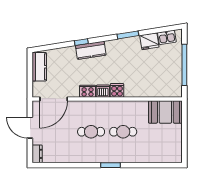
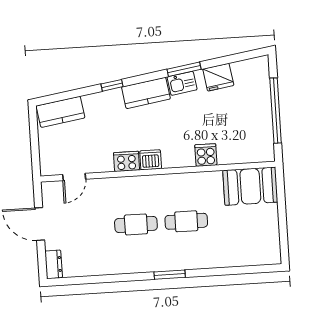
kitchen sink: (167, 37) -> (182, 83), moved
kitchen counter: (91, 50) -> (146, 93), moved
kitchen counter: (39, 67) -> (61, 112), moved, turned 81
cooker: (117, 90) -> (206, 155), moved
door: (54, 99) -> (74, 177), width x0.53

